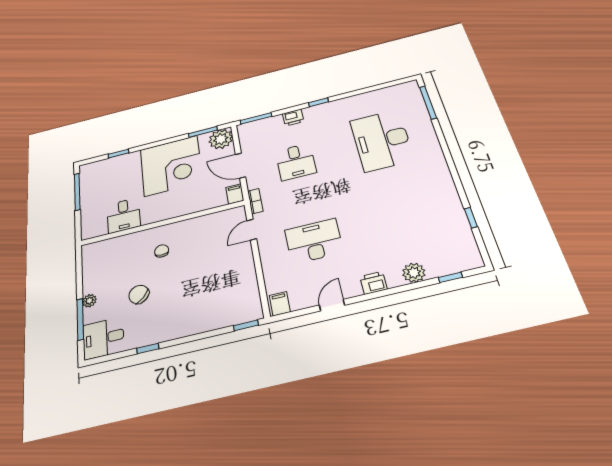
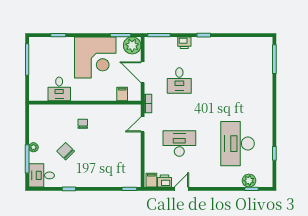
desk: (382, 140) -> (238, 144), moved
filing cabinet: (235, 194) -> (122, 94), moved
plant: (414, 273) -> (249, 181), moved
printer: (373, 283) -> (164, 181), moved

